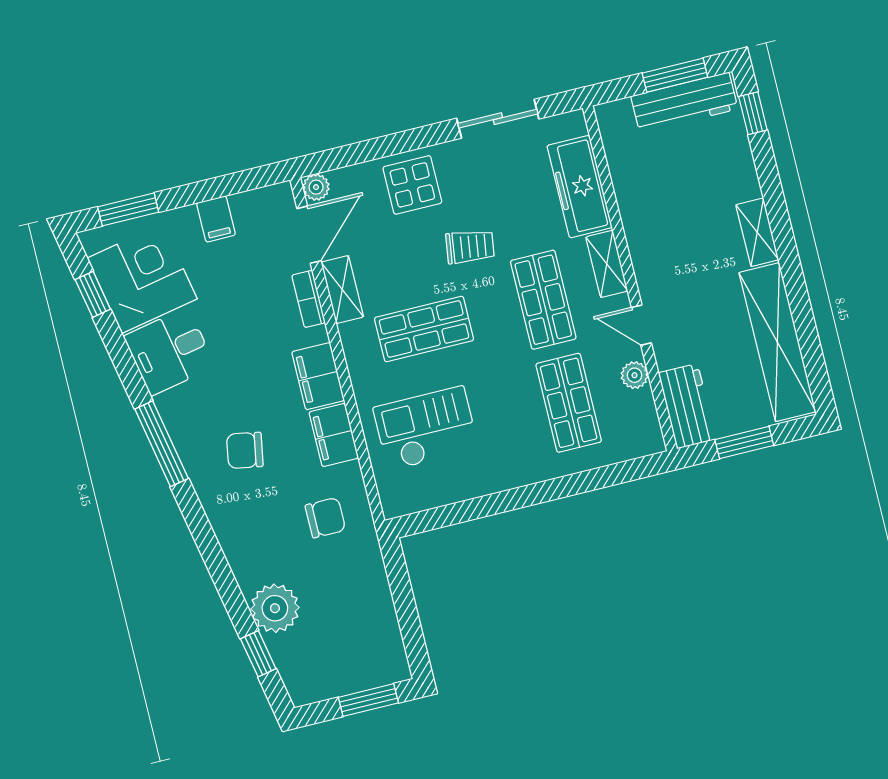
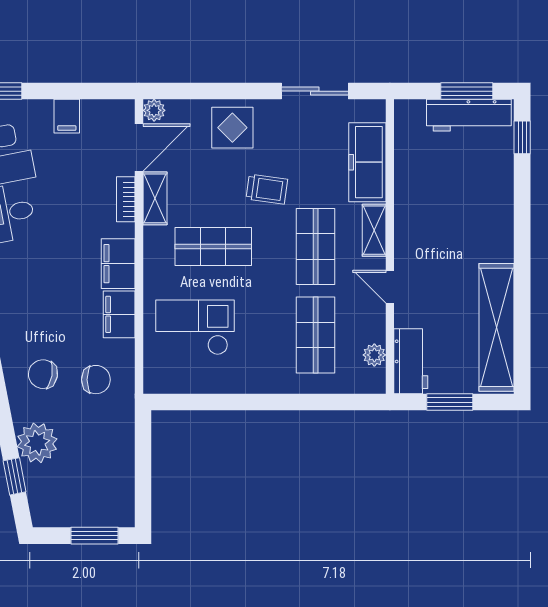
shelving: (757, 232) -> (502, 234), removed
plant: (635, 375) -> (374, 355), moved
chair: (245, 450) -> (43, 374), moved

